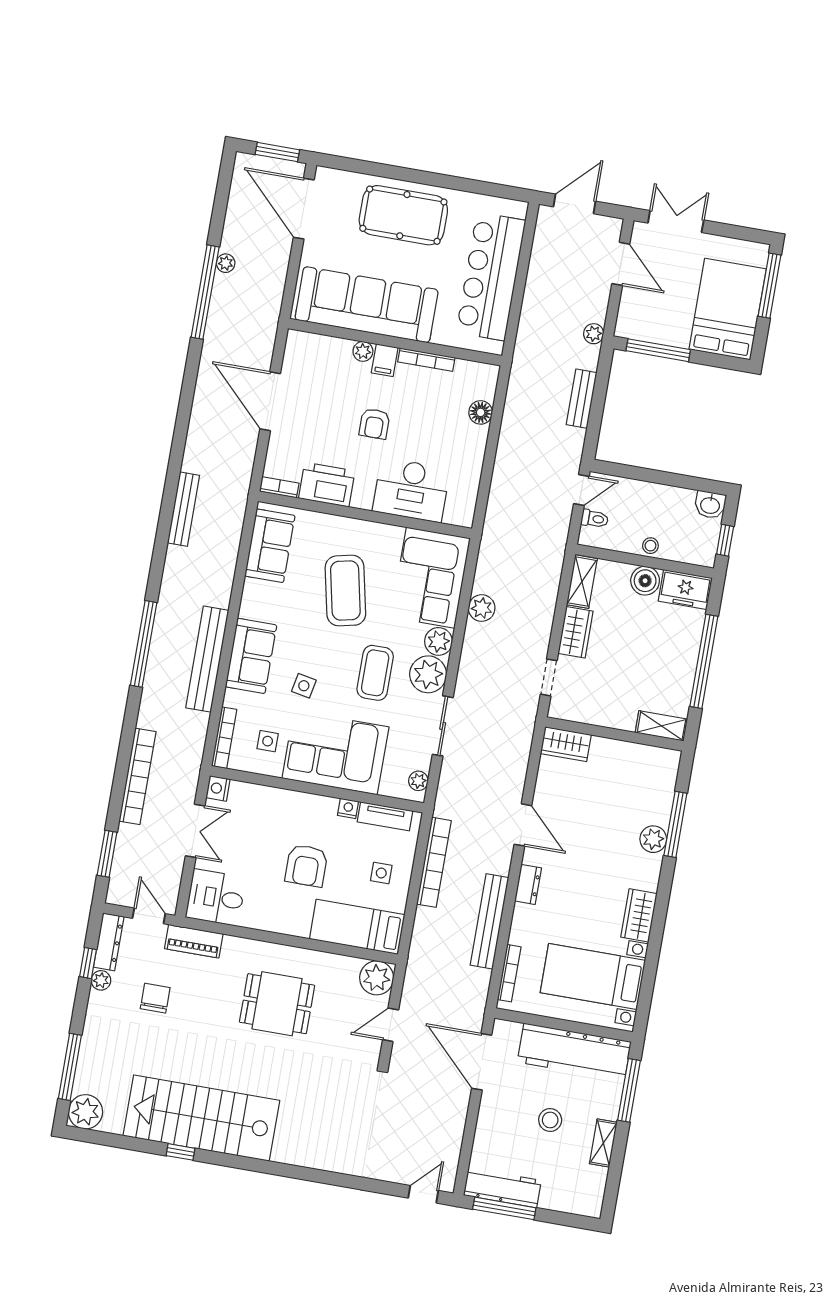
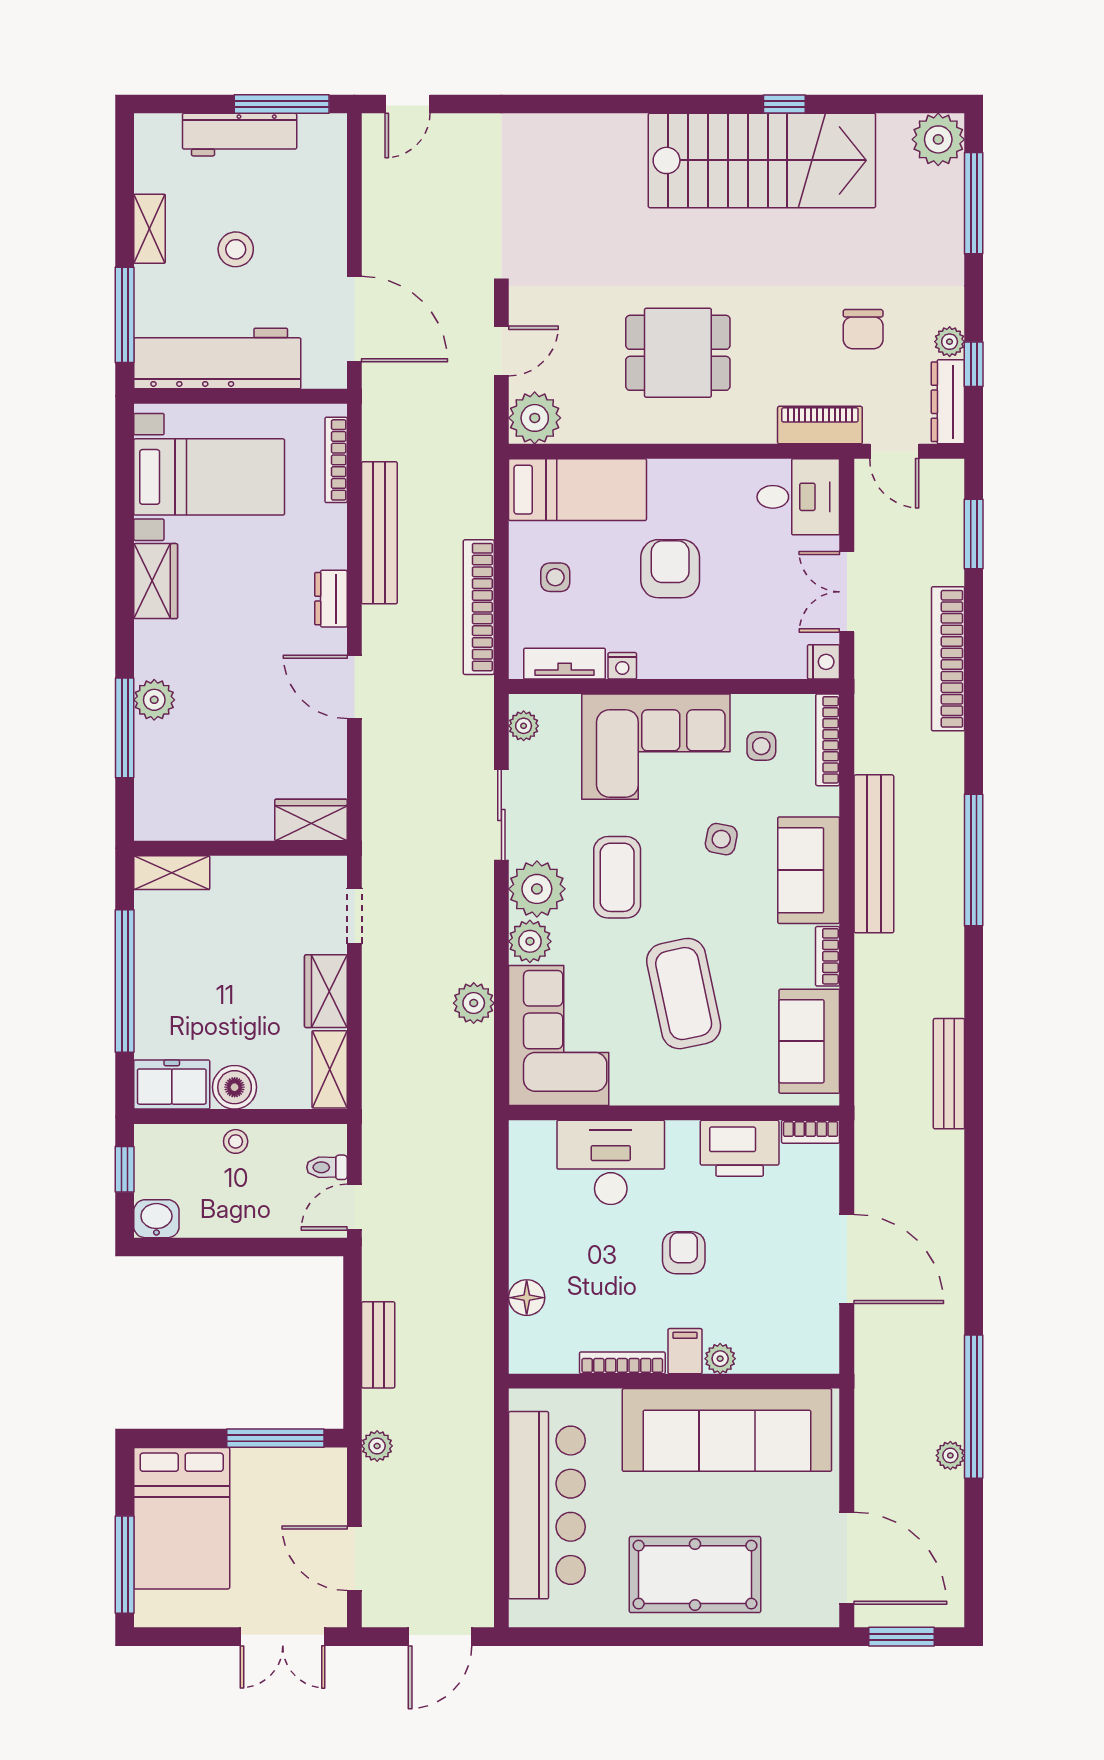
bookcase: (249, 598) -> (828, 956), added
workbench: (502, 1188) -> (240, 135), moved

